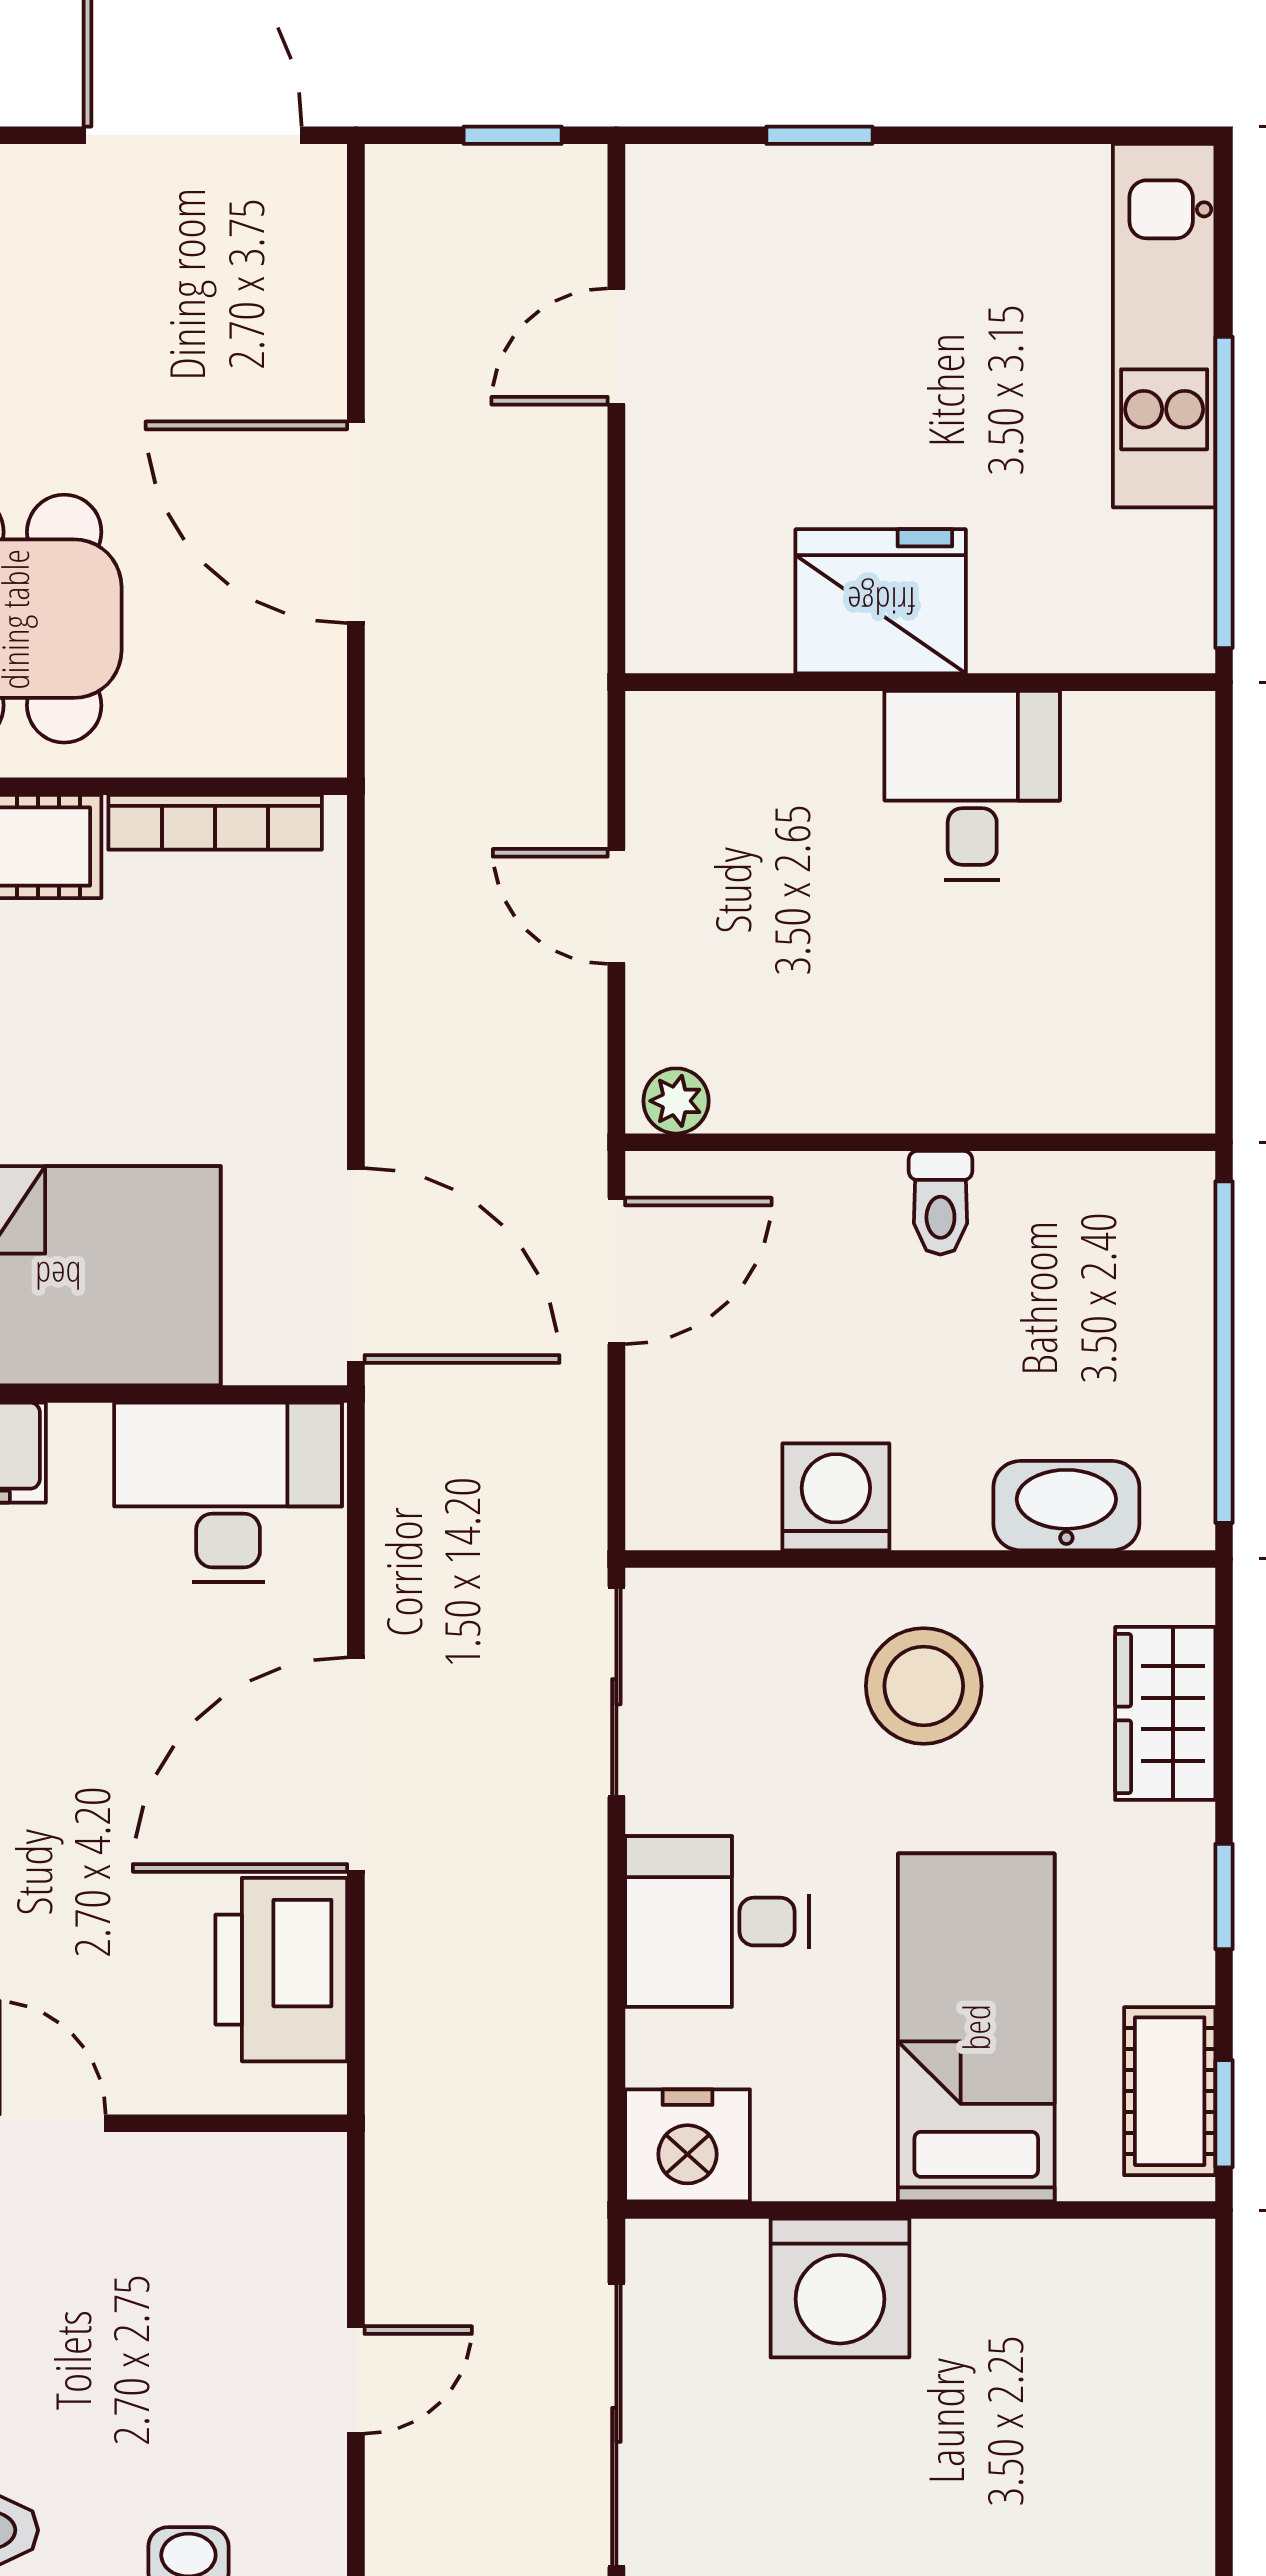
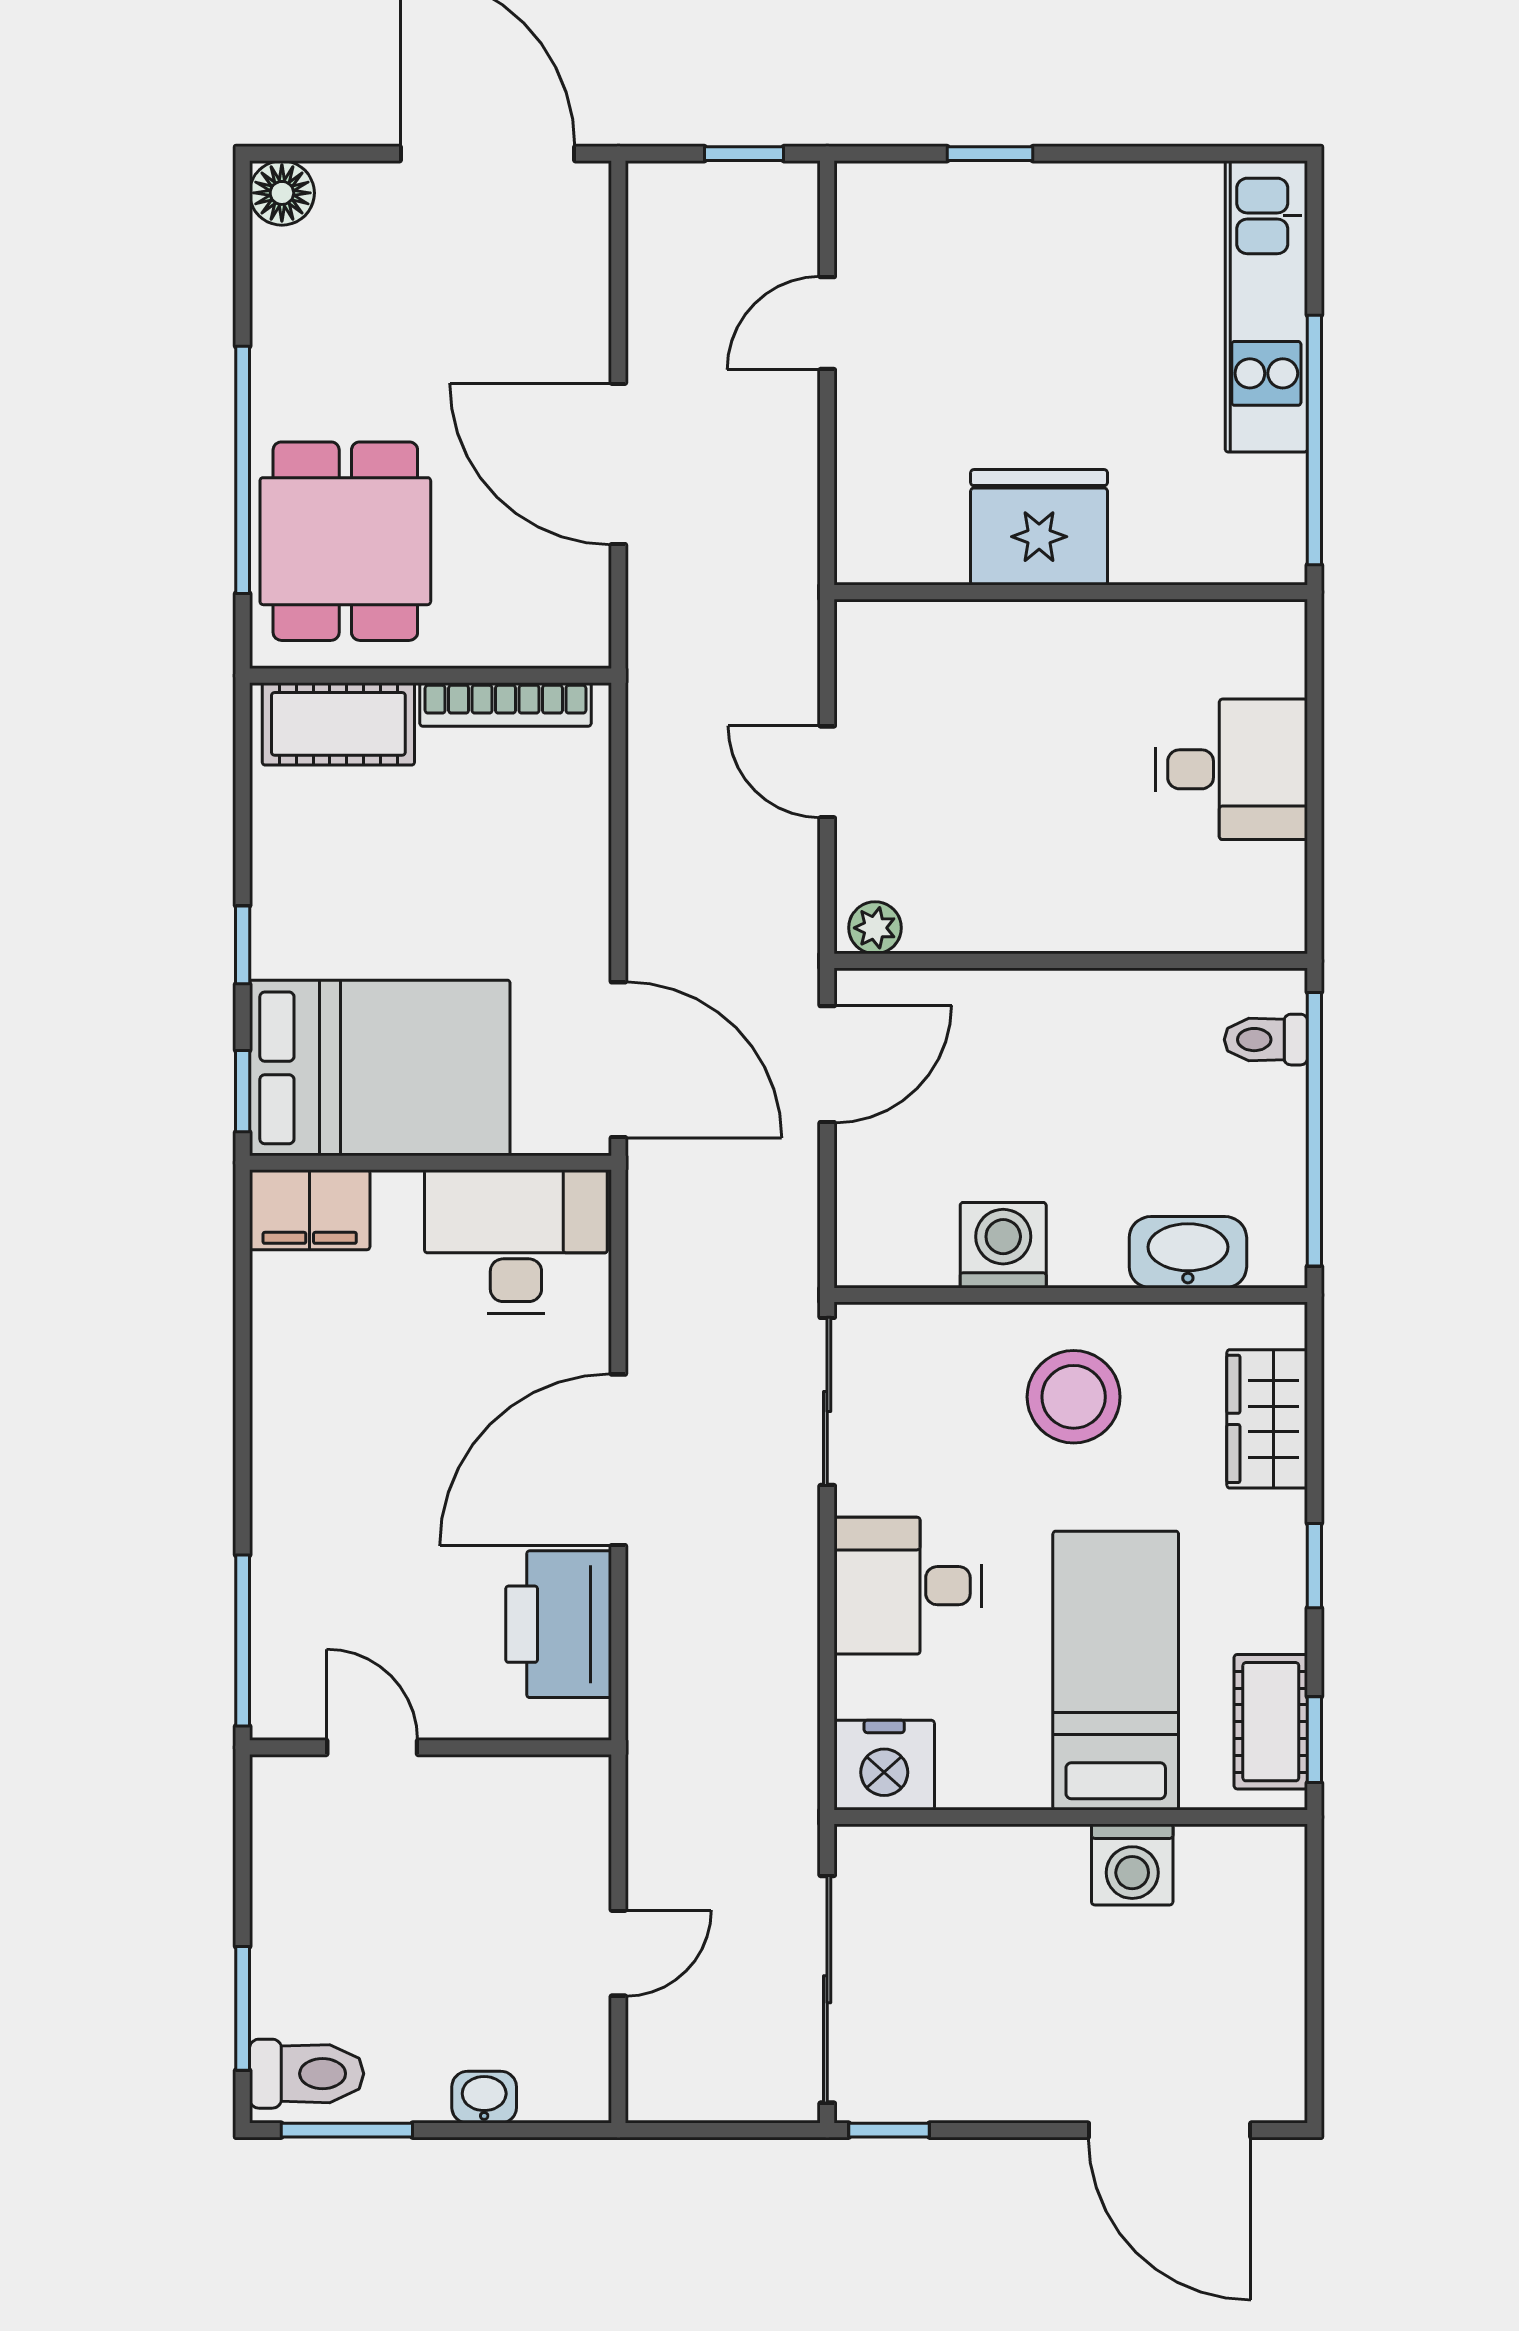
desk: (972, 785) -> (1232, 769), moved, turned 90
toilet: (940, 1203) -> (1266, 1040), moved, turned 90
washing machine: (840, 2288) -> (1132, 1864), moved, width x0.73, depth x0.73

